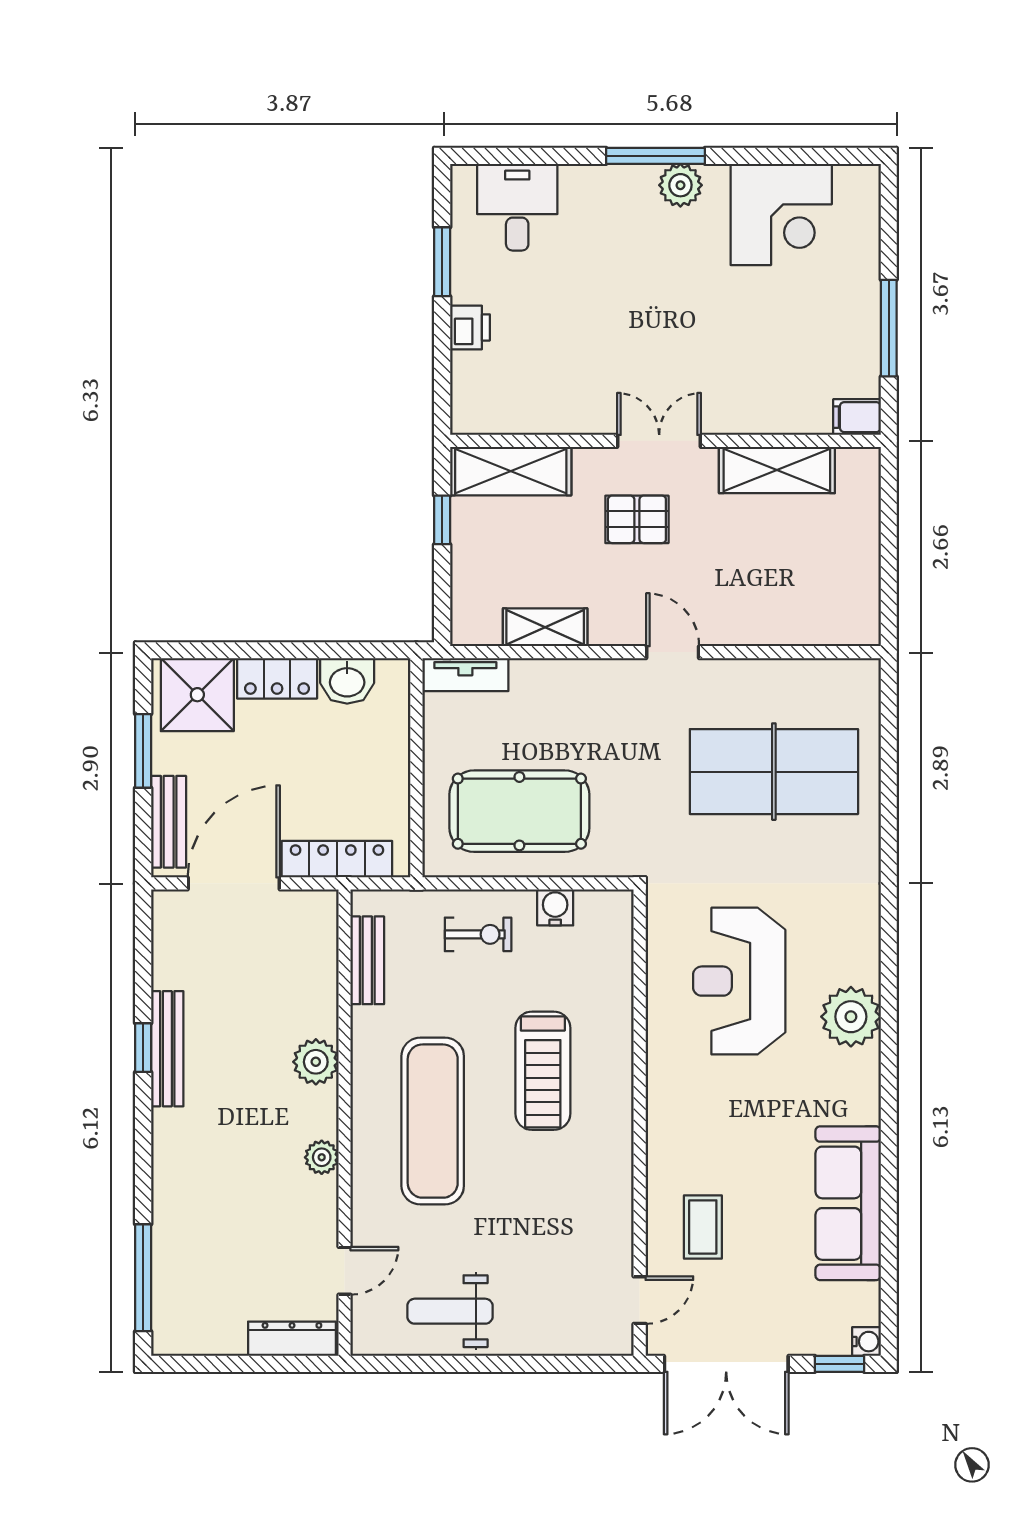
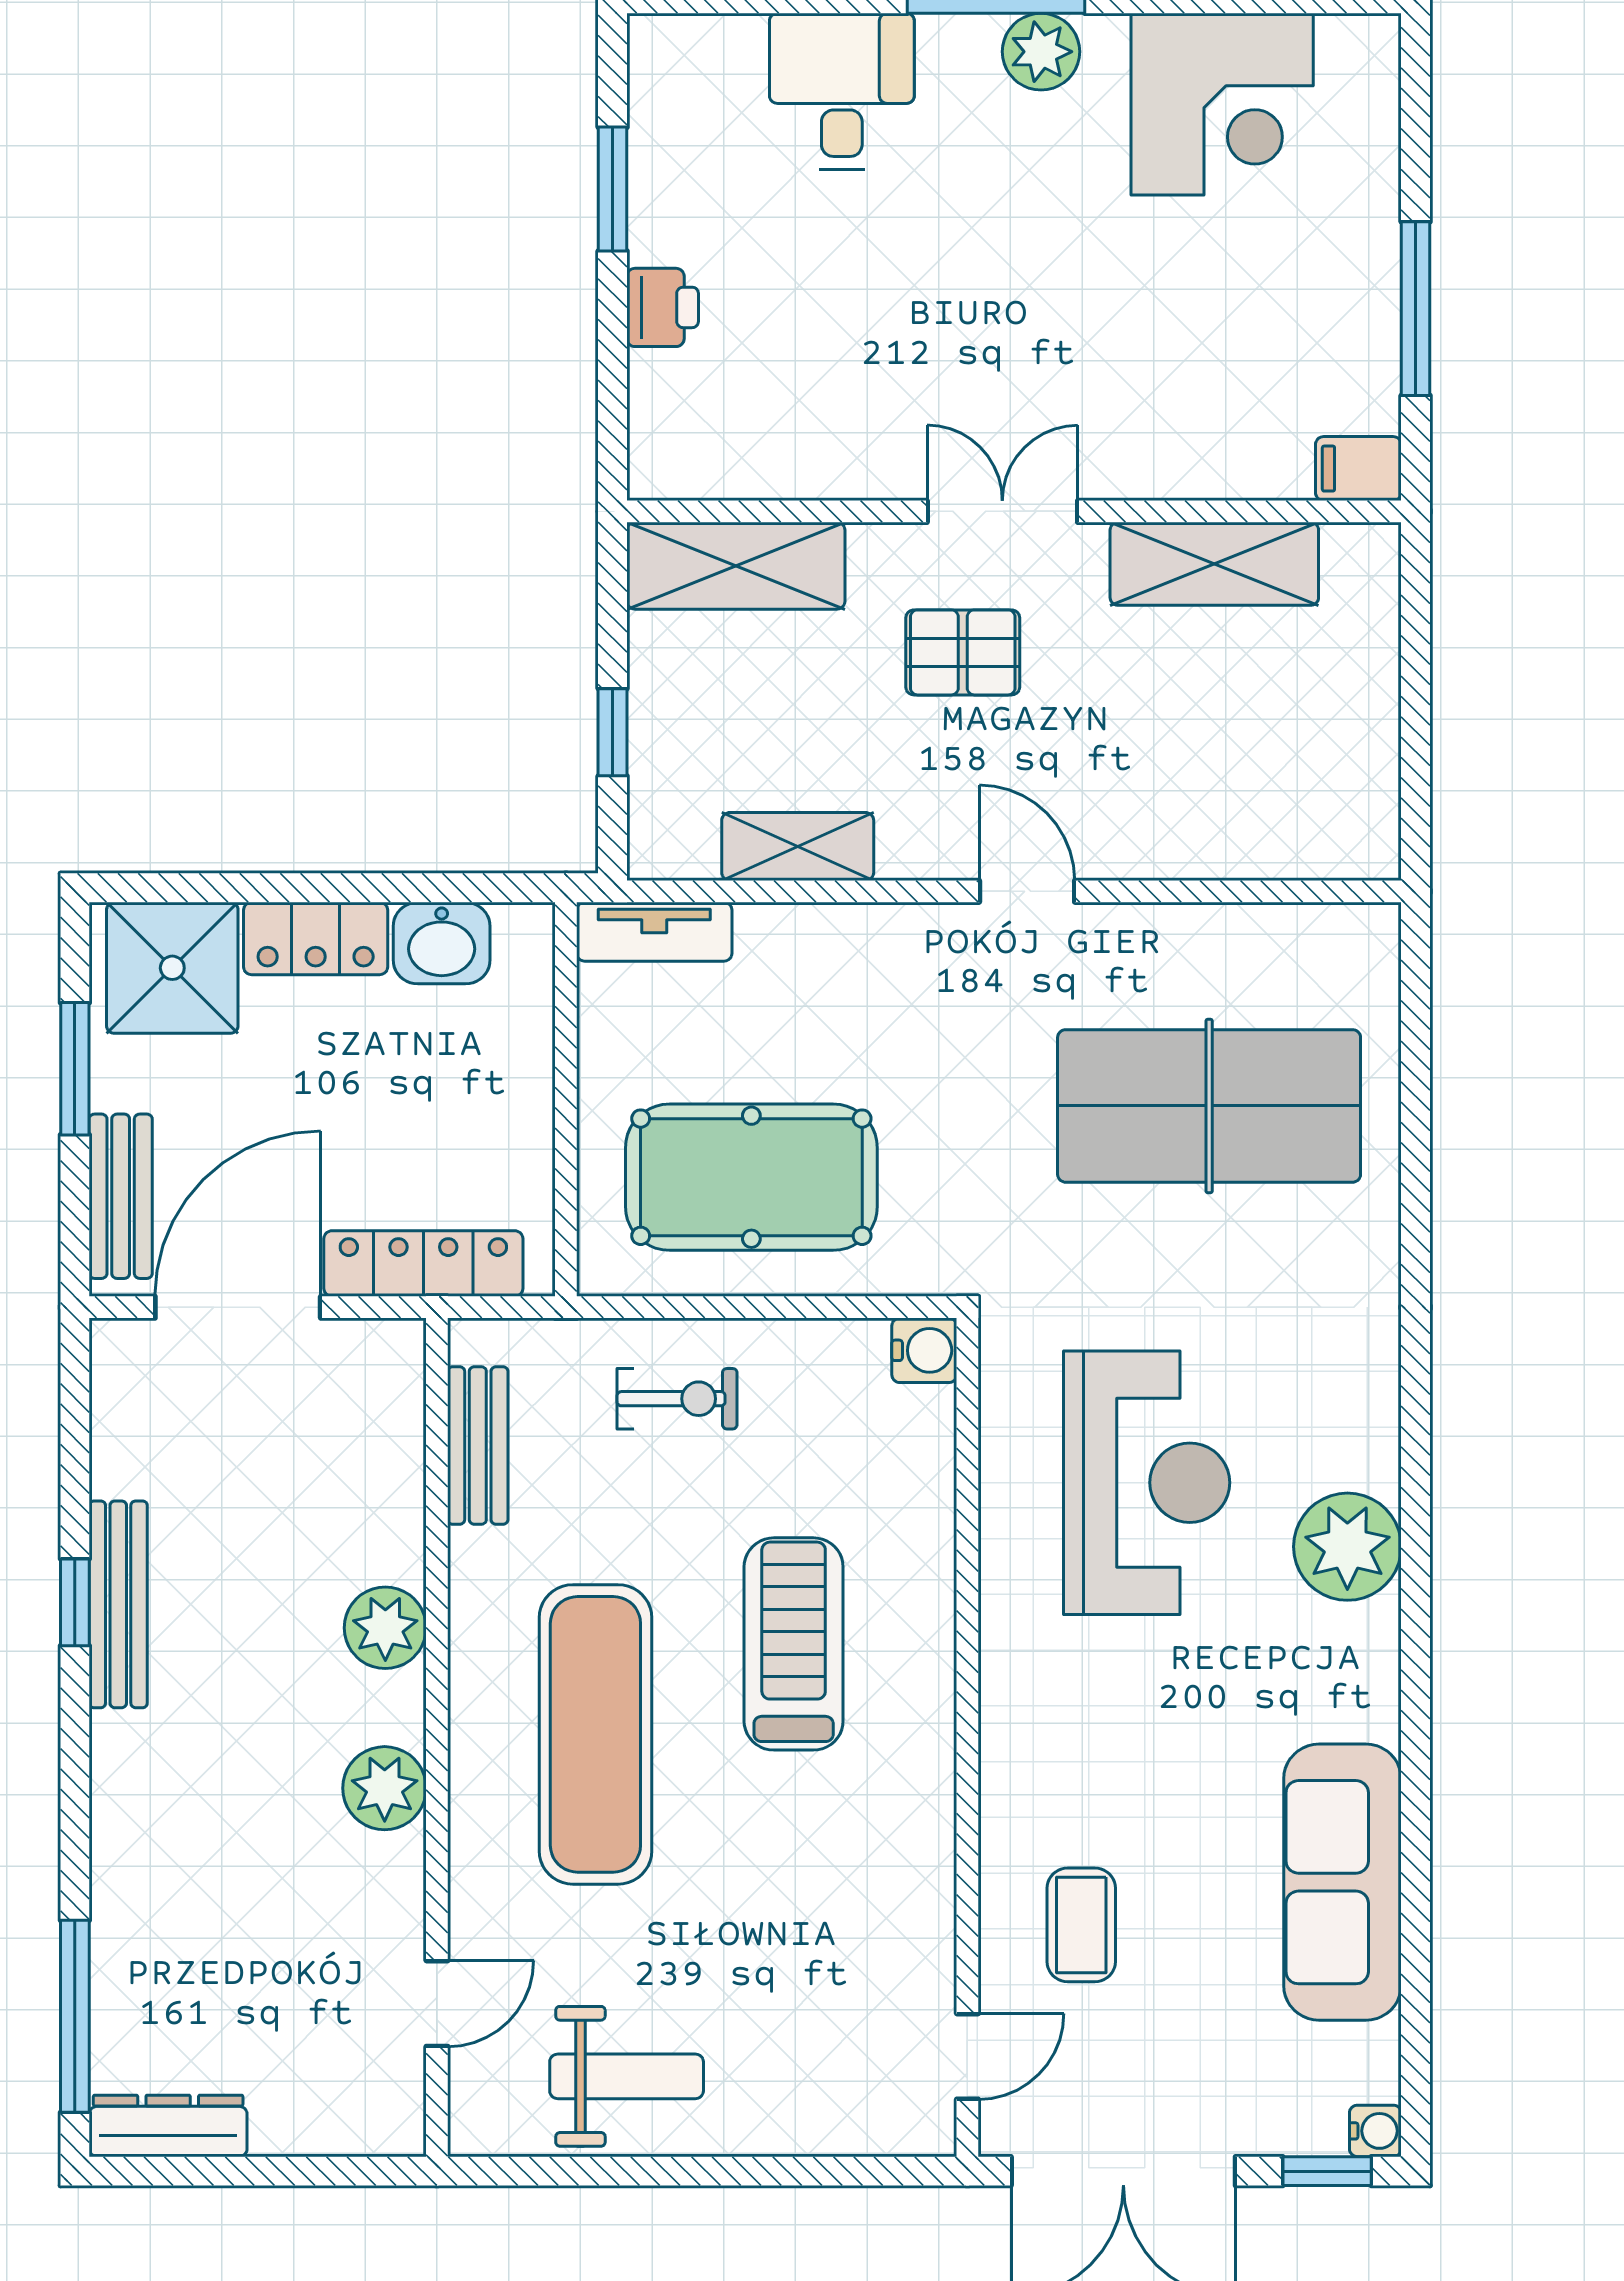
desk: (517, 207) -> (842, 91), moved
window: (442, 520) -> (613, 732), moved
water cooler: (555, 907) -> (924, 1350), moved, turned 90
reception desk: (739, 981) -> (1147, 1483), turned 180
treadmill: (543, 1071) -> (794, 1644), turned 180
plant: (322, 1157) -> (385, 1788), width x1.38, depth x1.38
weight bench: (450, 1311) -> (627, 2076), turned 180
dresser: (292, 1339) -> (168, 2126), moved

